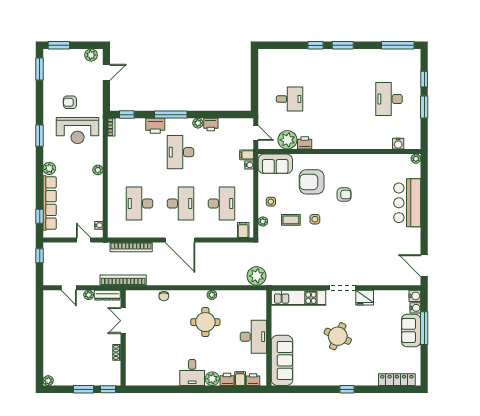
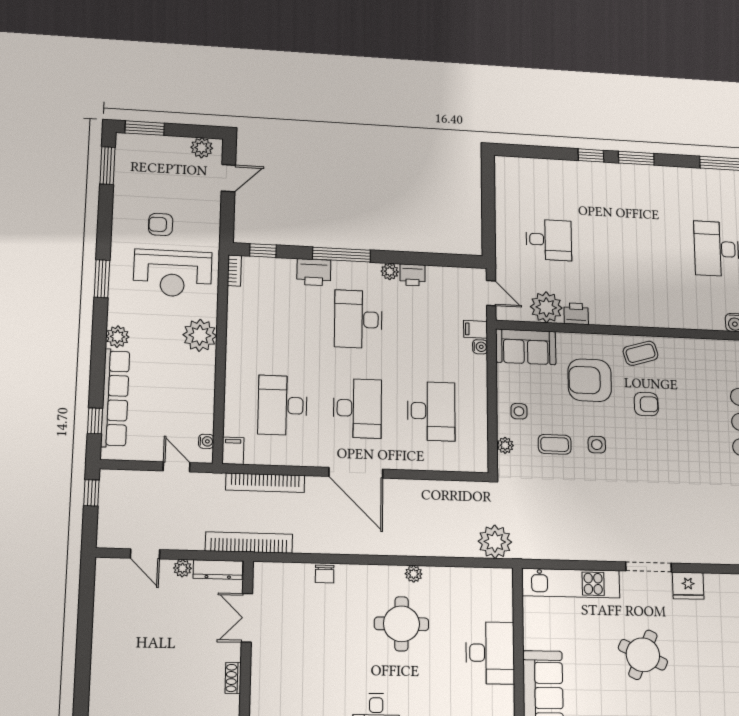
coffee table: (342, 165) -> (641, 353), added
plant: (98, 170) -> (200, 335), width x1.88, depth x1.88
filing cabinet: (243, 230) -> (233, 451), moved

